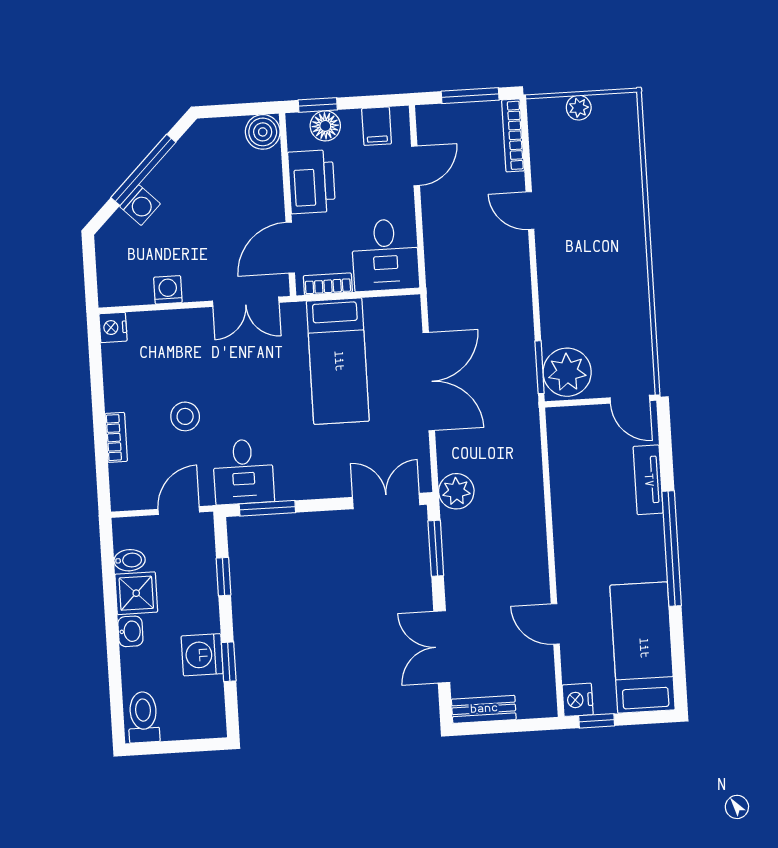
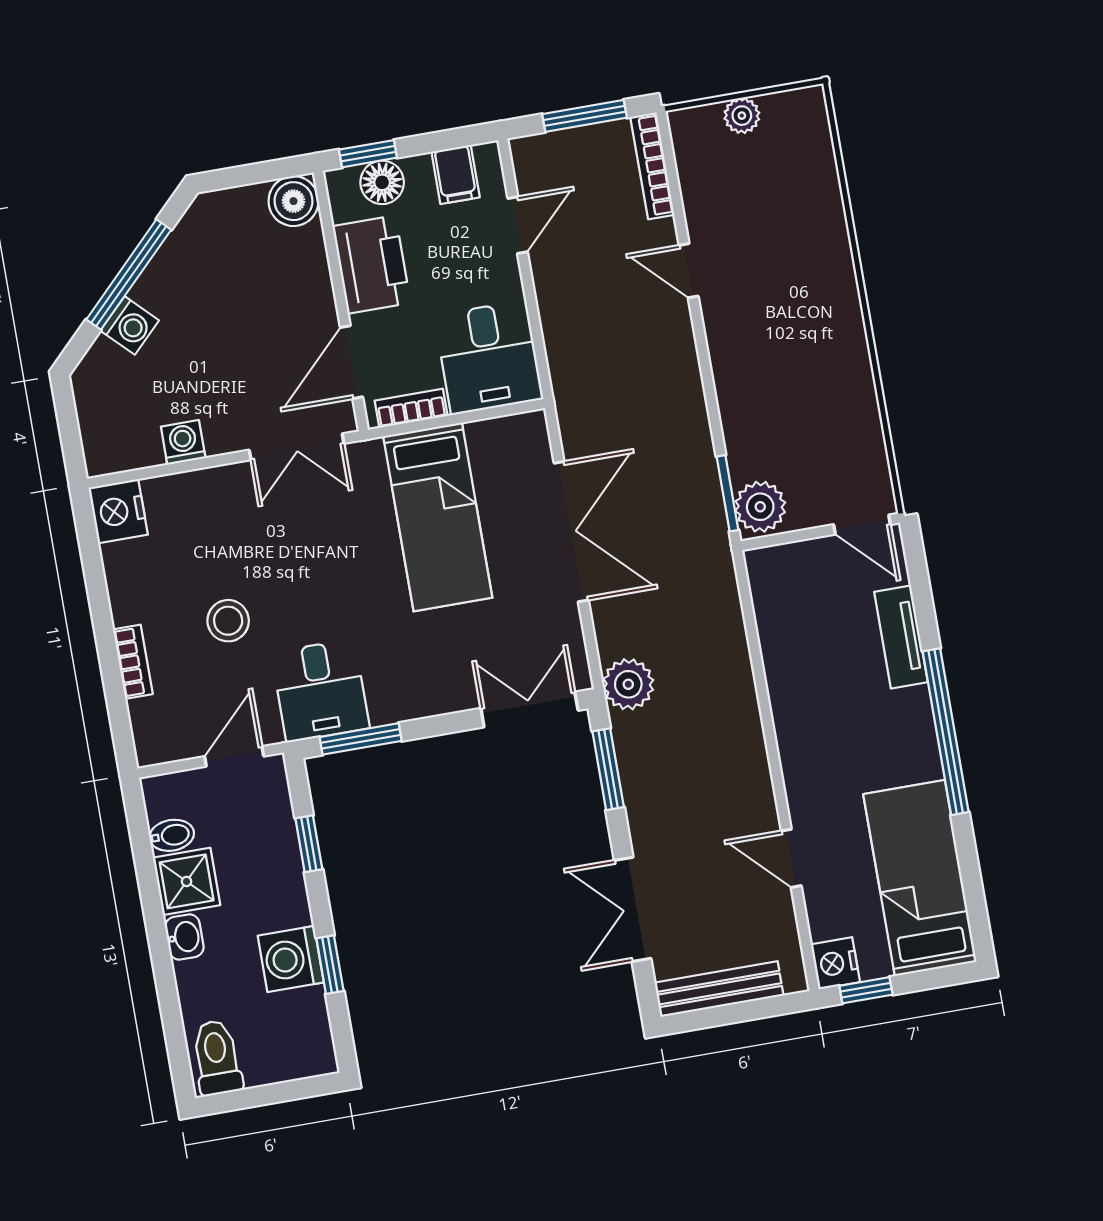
nightstand: (113, 327) -> (118, 511), width x1.36, depth x1.33
plant: (567, 372) -> (760, 507), width x0.73, depth x0.73
bench: (484, 709) -> (719, 989), width x1.36

